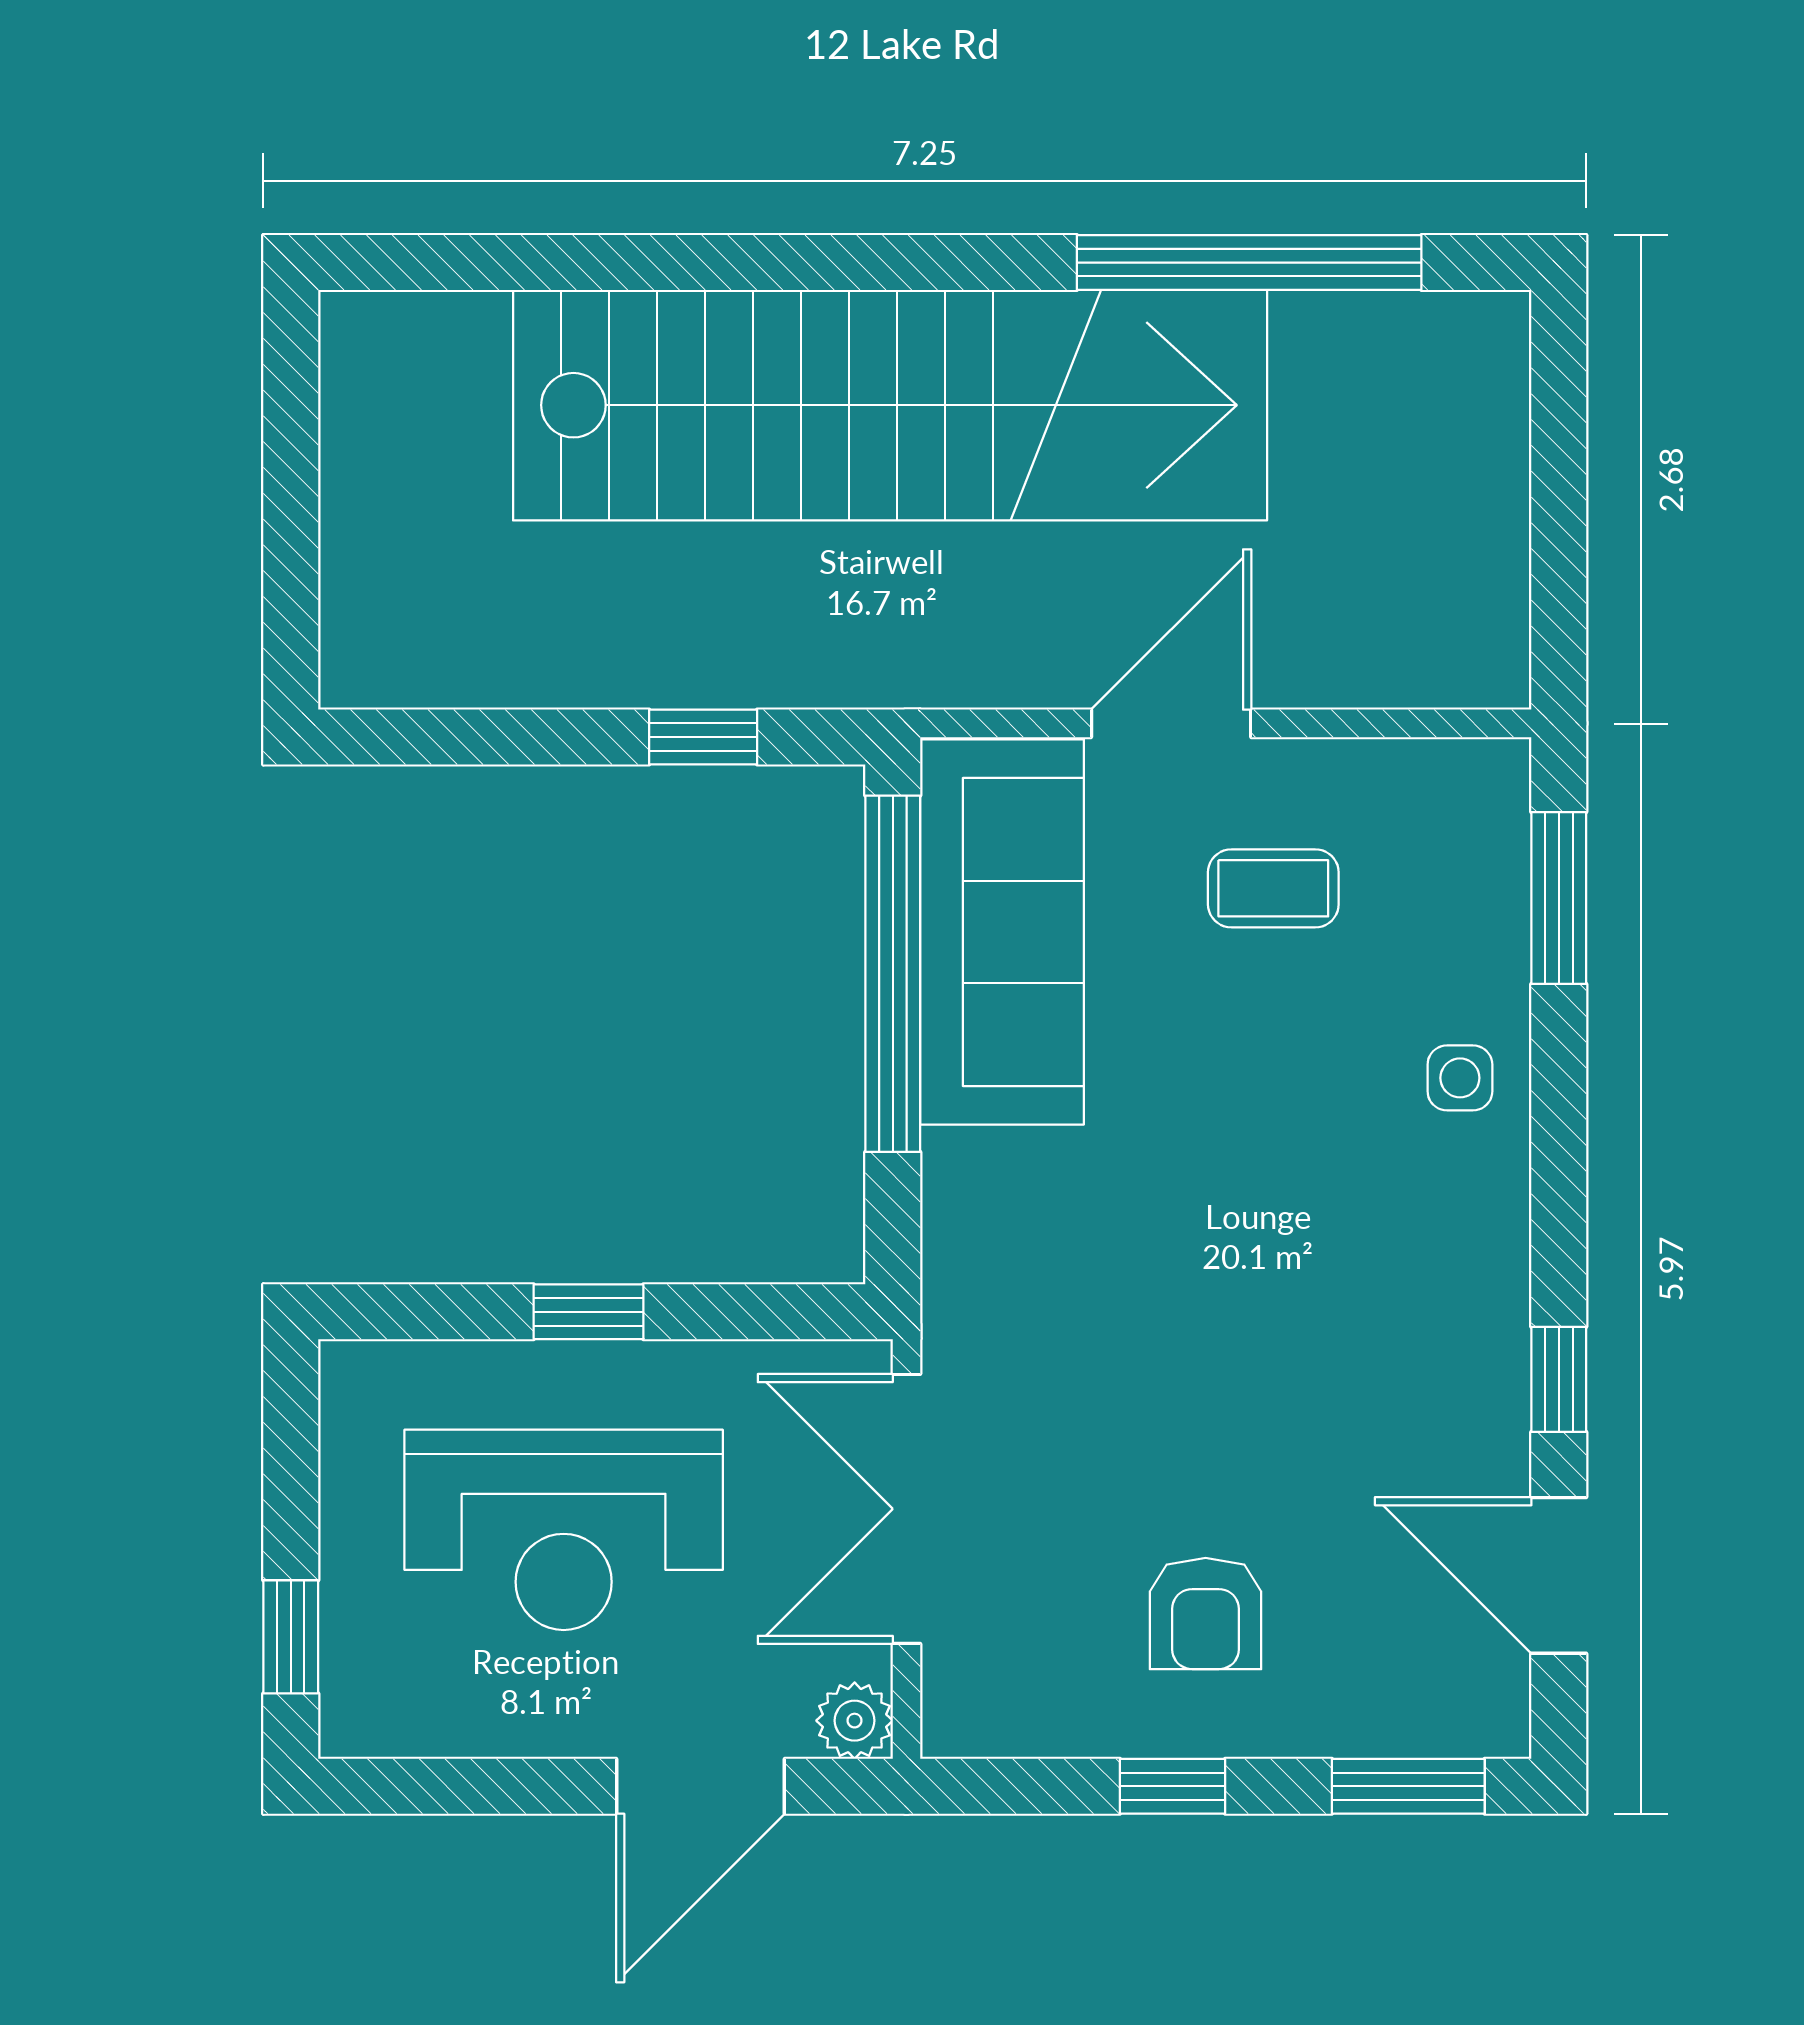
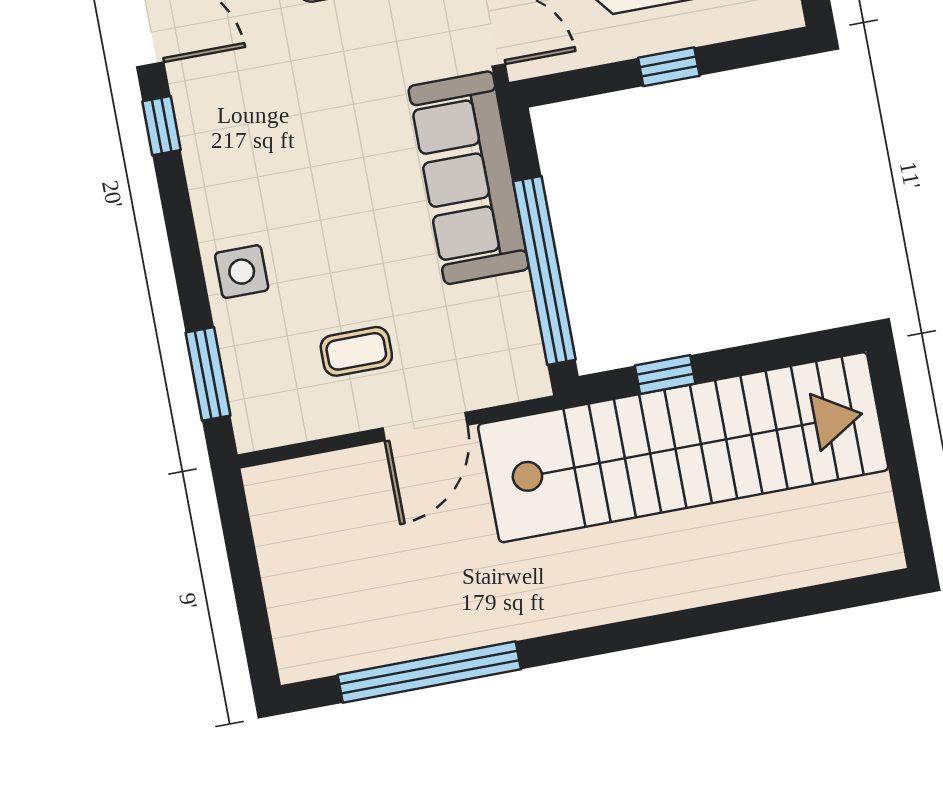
stairs: (890, 405) -> (683, 447), moved, turned 180
sofa: (1002, 932) -> (469, 178), moved
side table: (1460, 1078) -> (242, 272), width x1.37, depth x1.37

